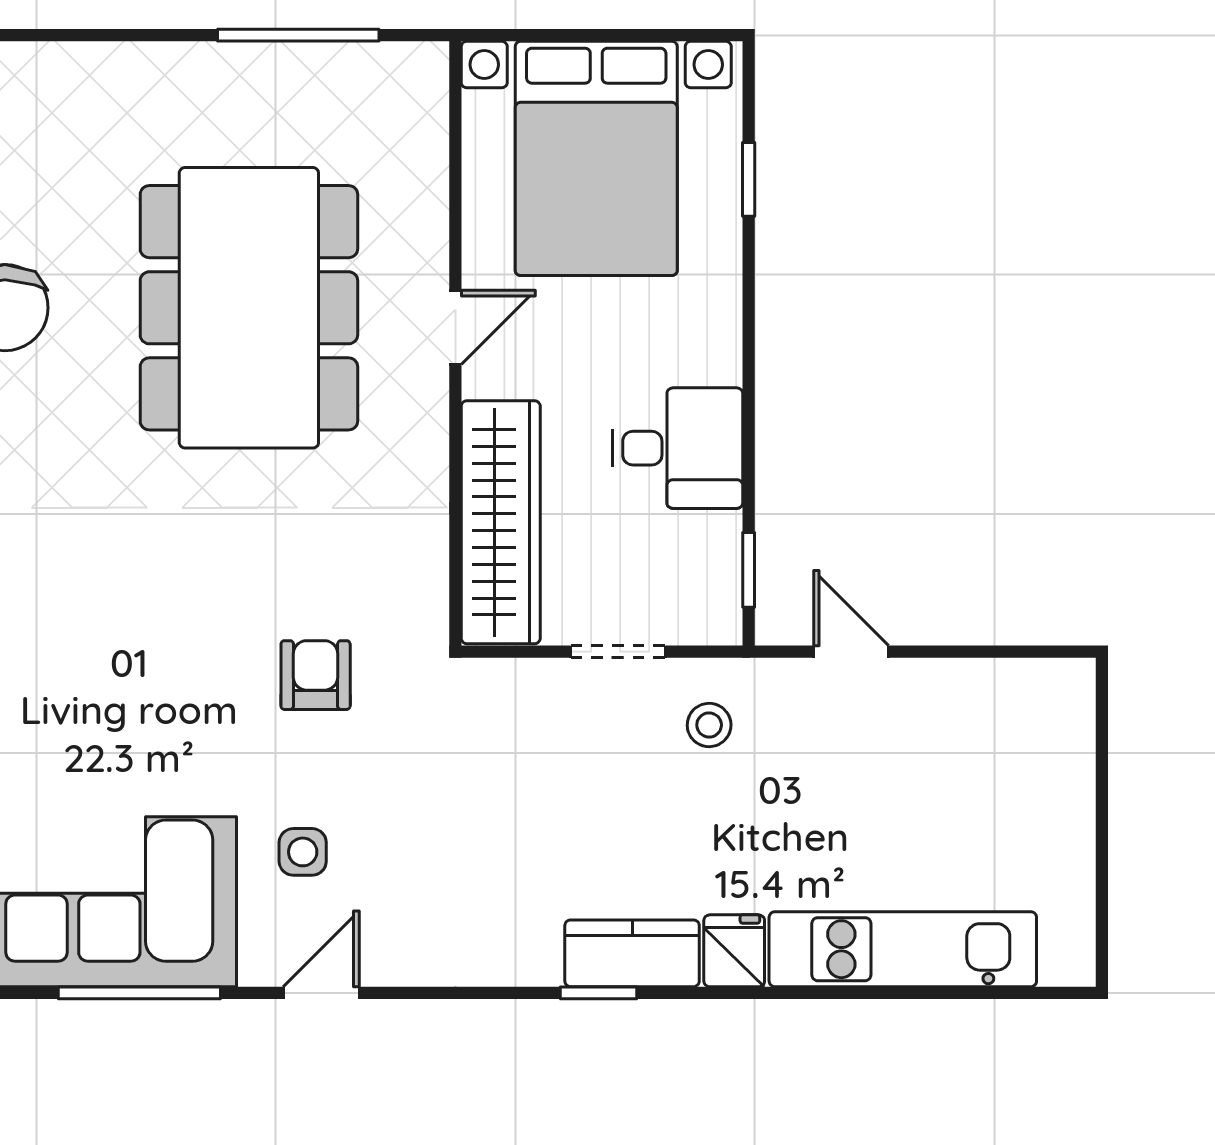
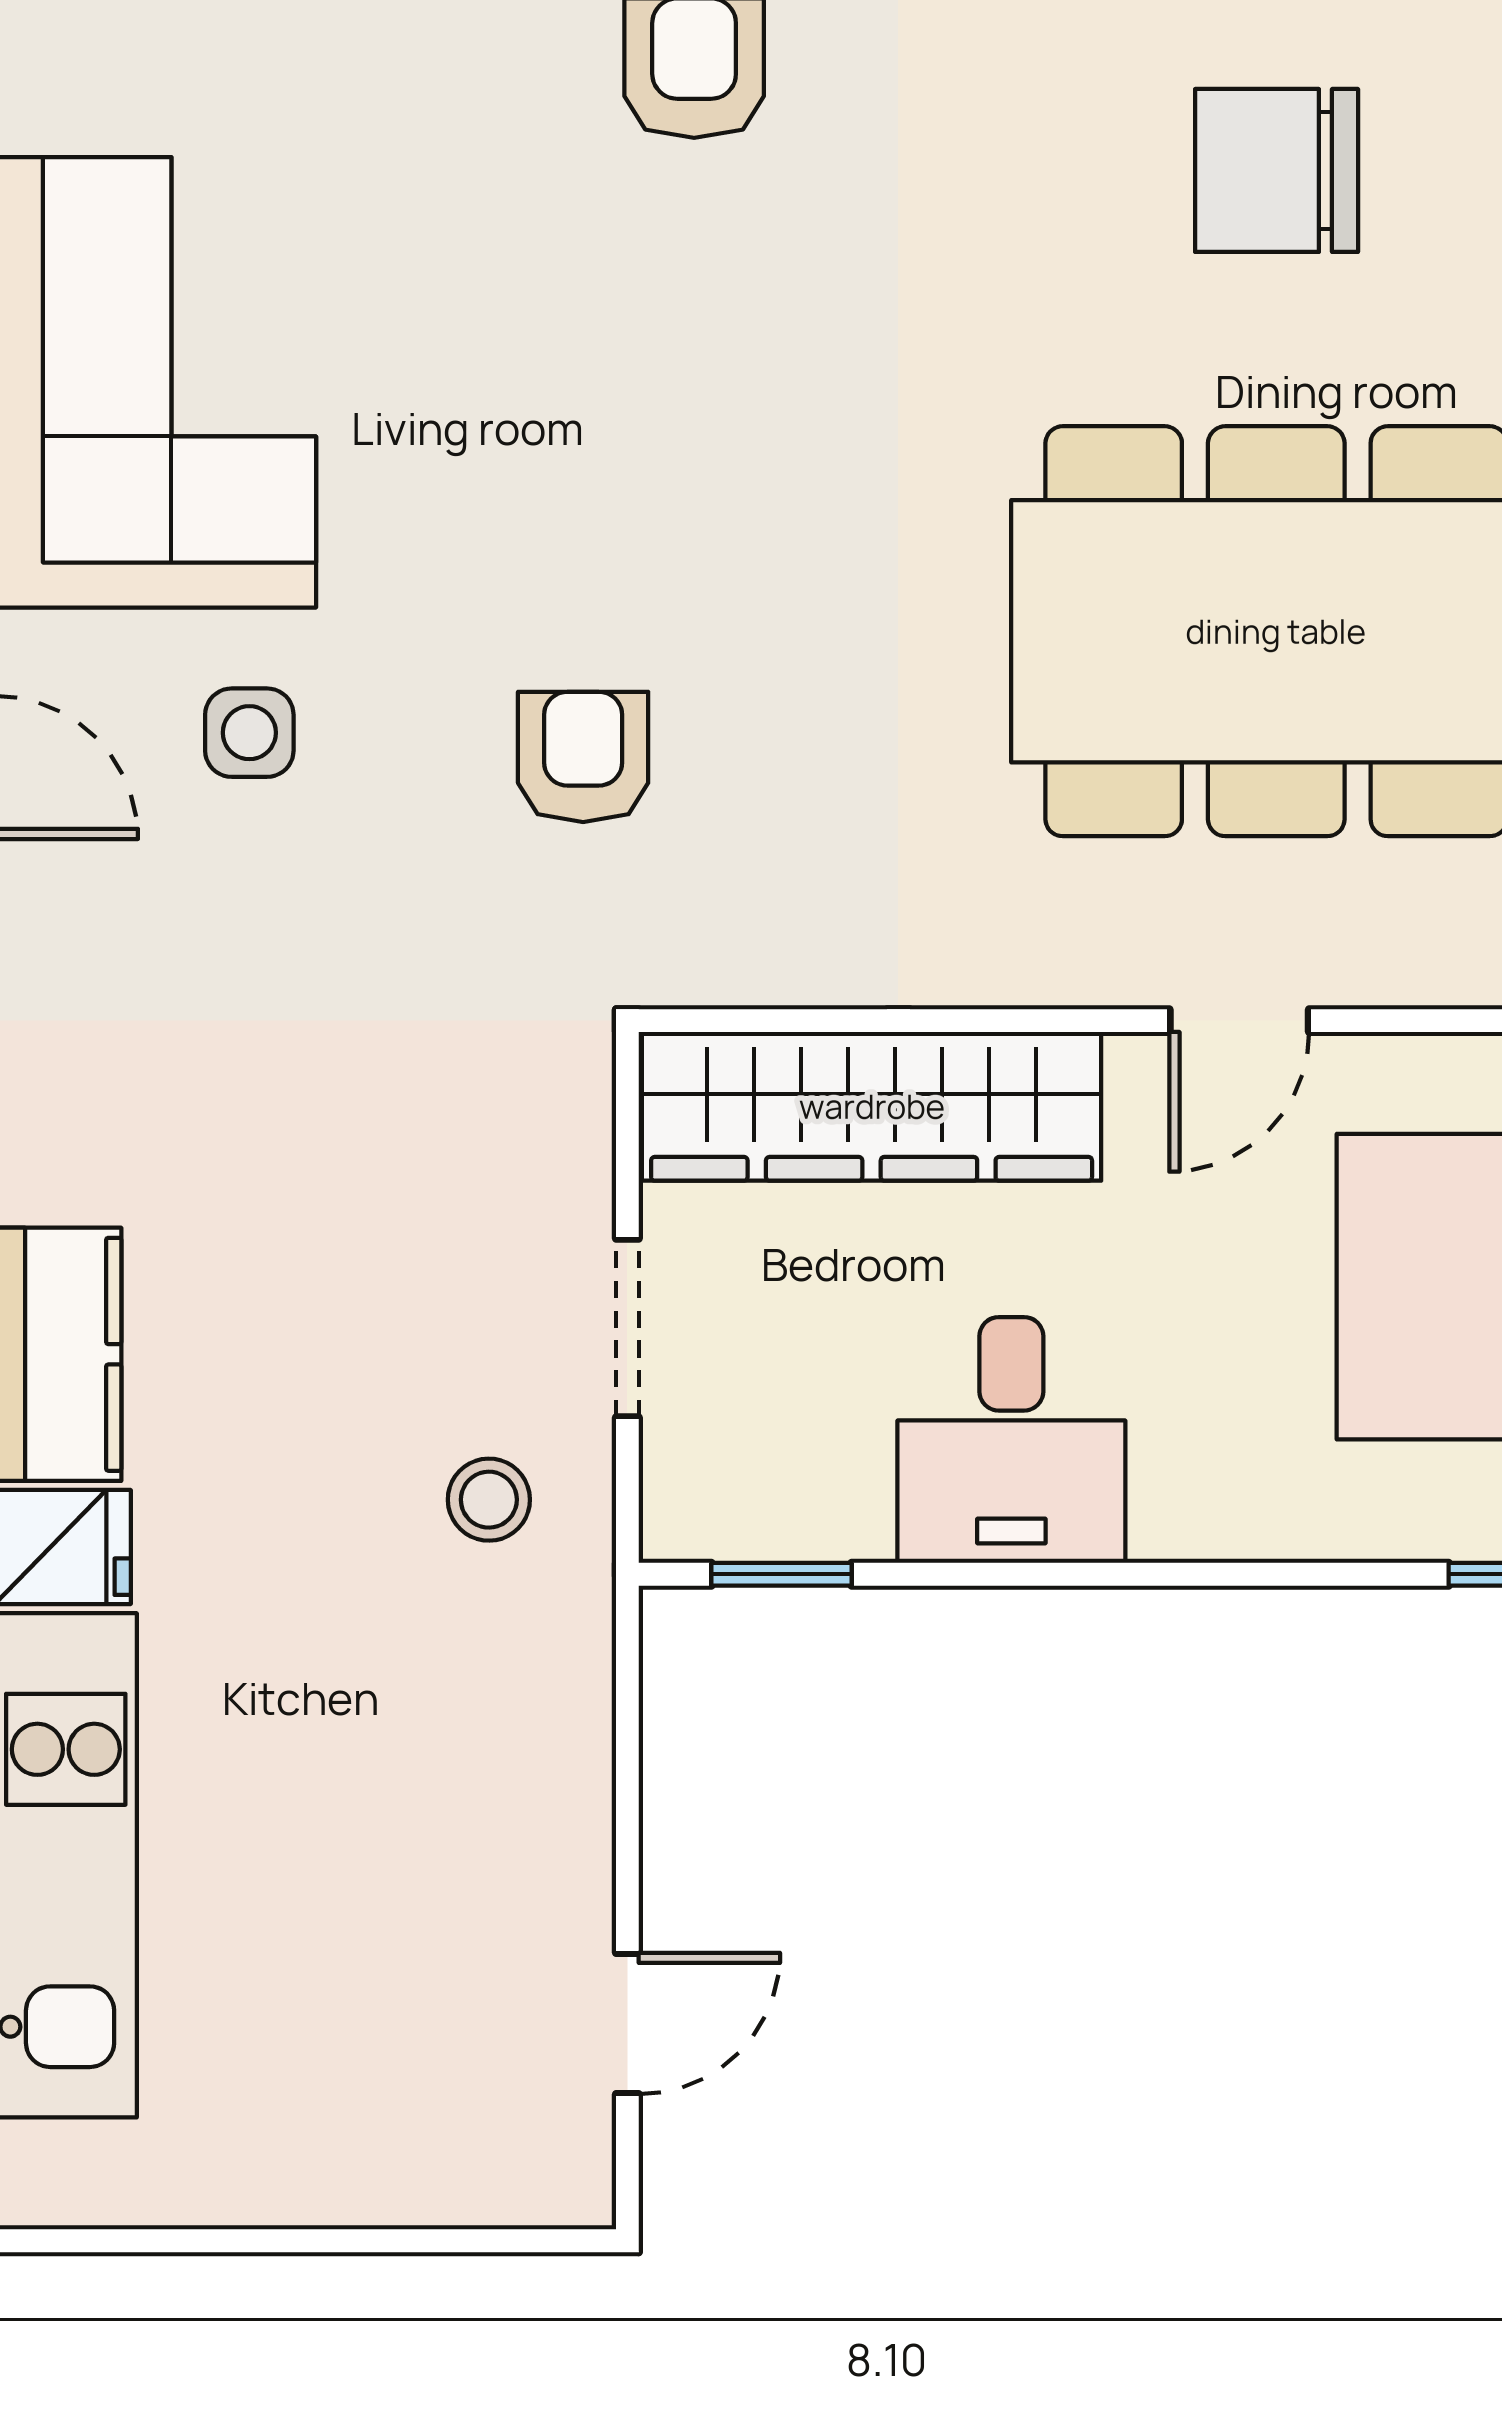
door: (455, 327) -> (1239, 1021), hinge flipped
door: (851, 652) -> (627, 2023), moved
armchair: (316, 675) -> (583, 757), turned -90

